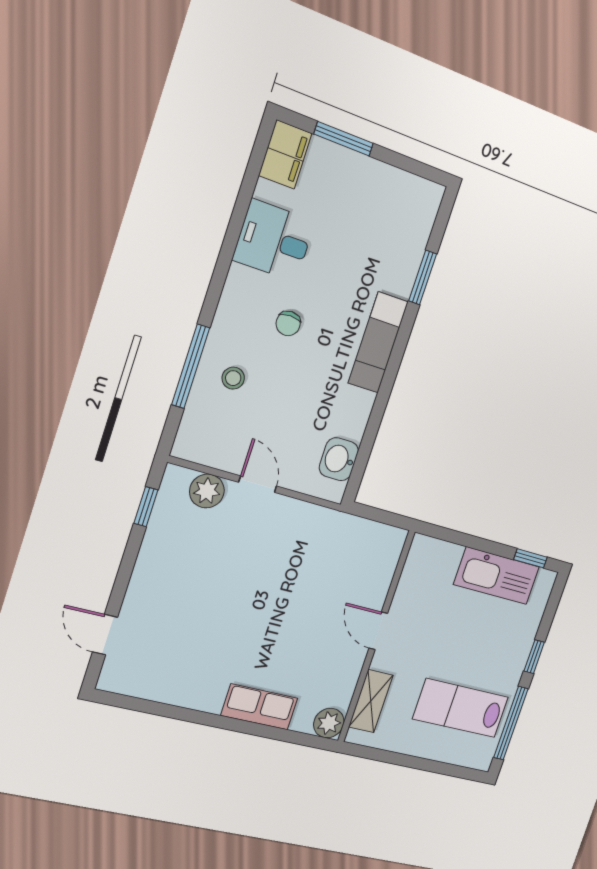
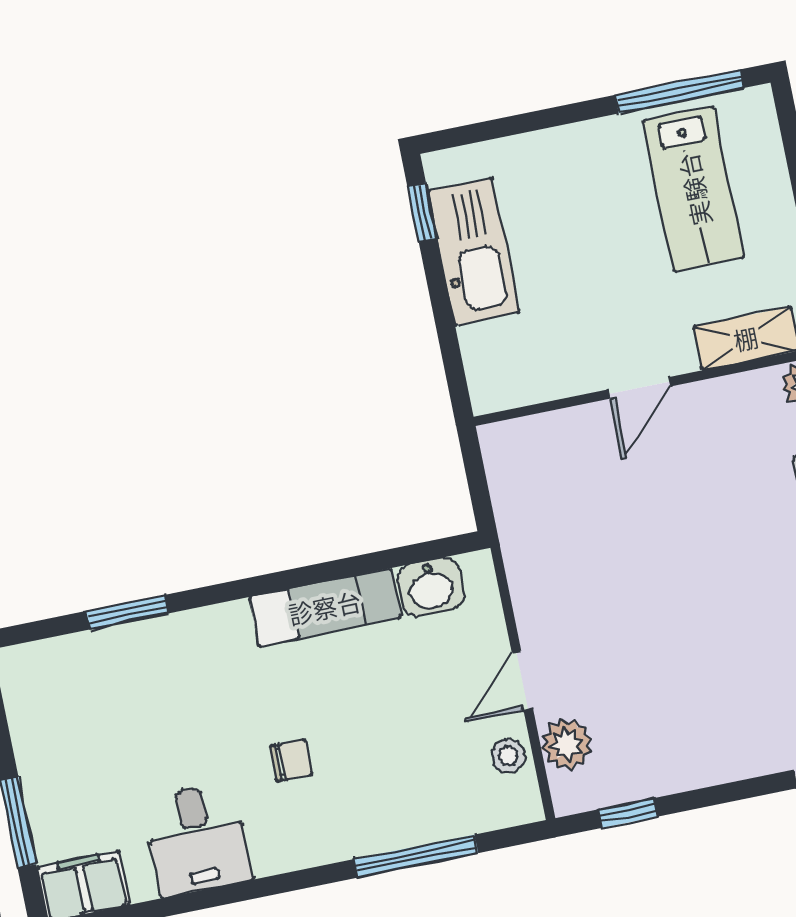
exam couch: (378, 343) -> (325, 607), moved
stool: (233, 378) -> (508, 756), moved
window: (534, 657) -> (563, 115), removed

